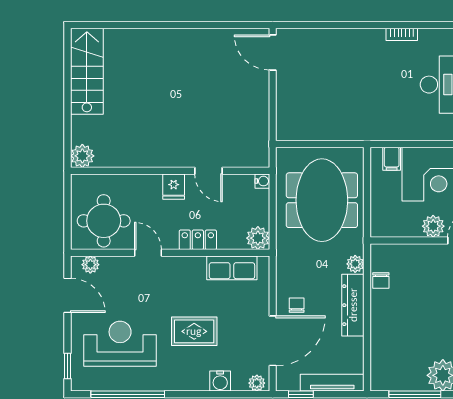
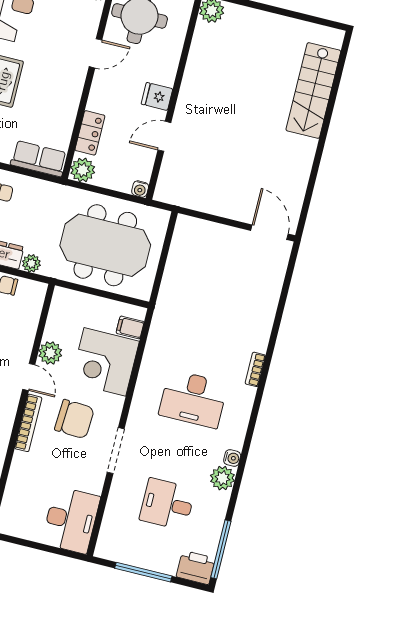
door: (273, 53) -> (269, 232), hinge flipped
stairs: (87, 71) -> (313, 90), moved, turned 90
locker: (198, 240) -> (90, 133), moved
row of seats: (232, 268) -> (39, 159), moved, turned 90

